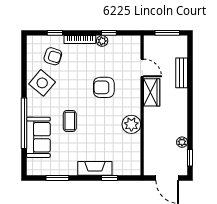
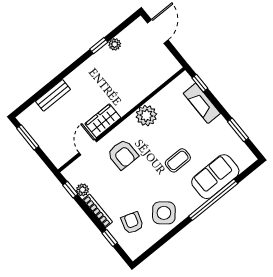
door: (142, 68) -> (88, 147), moved
wardrobe: (152, 92) -> (103, 121), moved
wall: (142, 105) -> (121, 120), moved
plant: (131, 124) -> (146, 116), moved
window: (190, 158) -> (99, 46), moved

